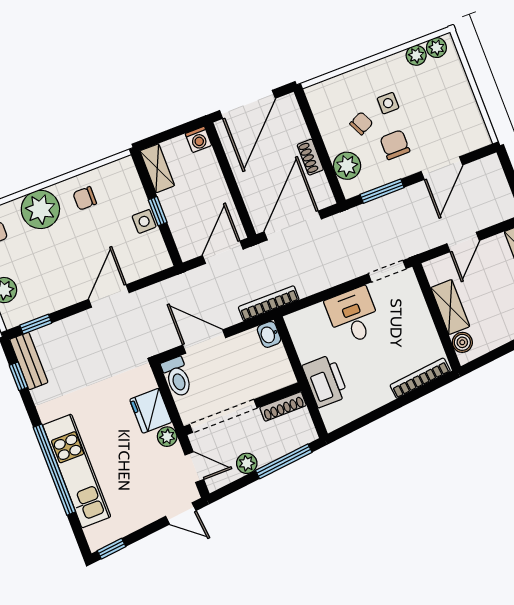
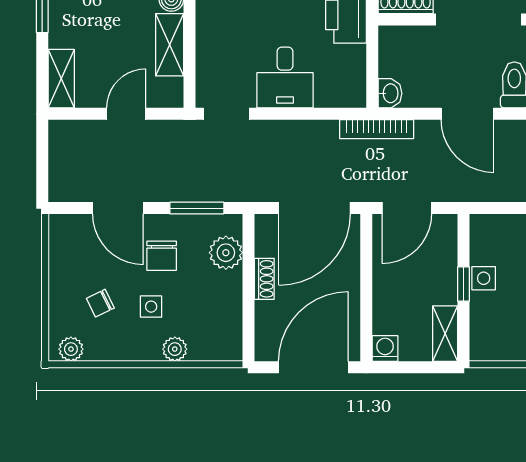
plant: (416, 55) -> (175, 349), moved
chair: (361, 123) -> (100, 303), moved
door: (442, 168) -> (118, 208), swing flipped

